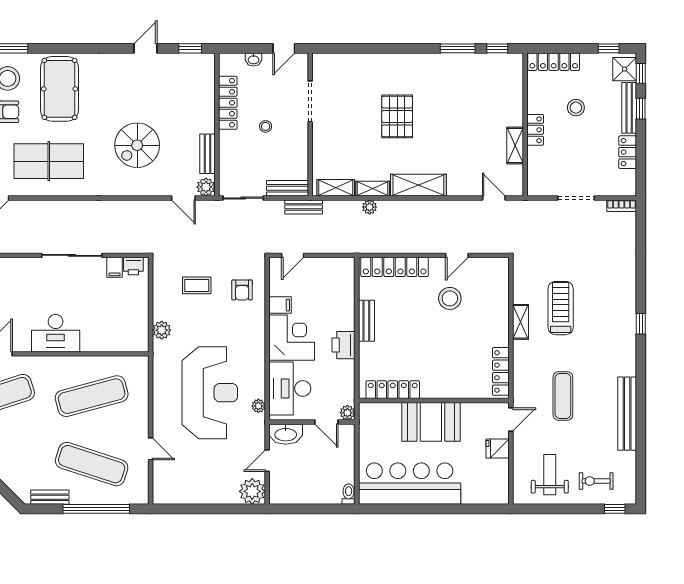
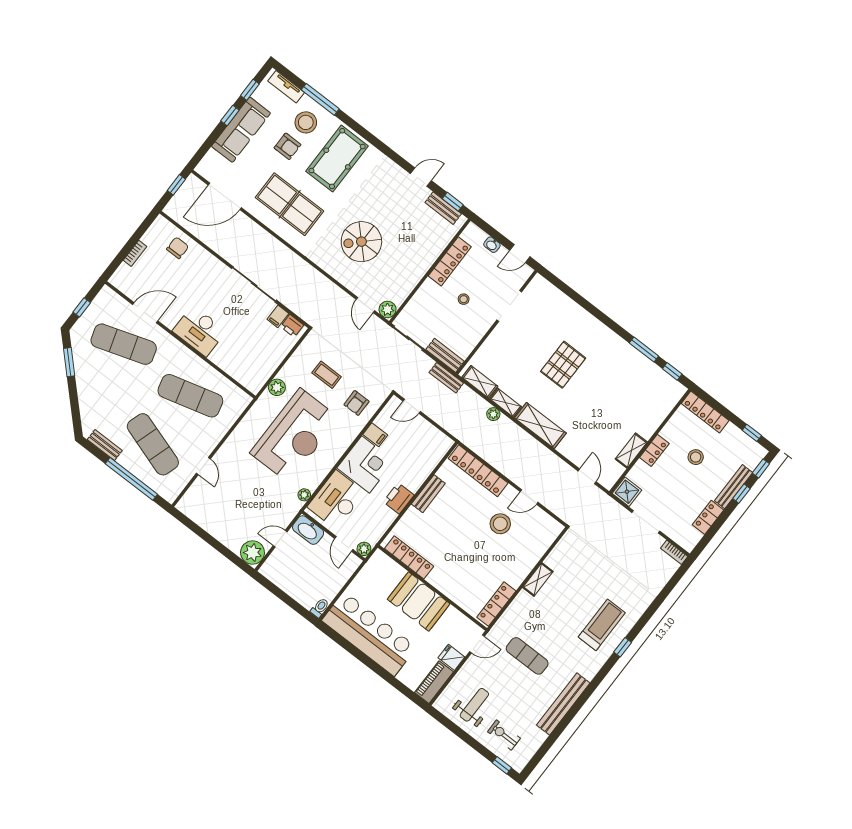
shower: (625, 69) -> (627, 492), moved
bench: (208, 154) -> (443, 208), moved, turned 90
treadmill: (561, 308) -> (602, 625), moved
reception desk: (210, 393) -> (294, 435), moved
exercise mat: (563, 396) -> (527, 656), turned 90
piano: (499, 482) -> (434, 682), added

